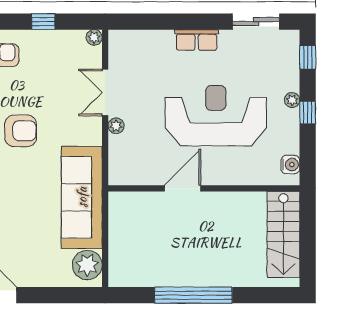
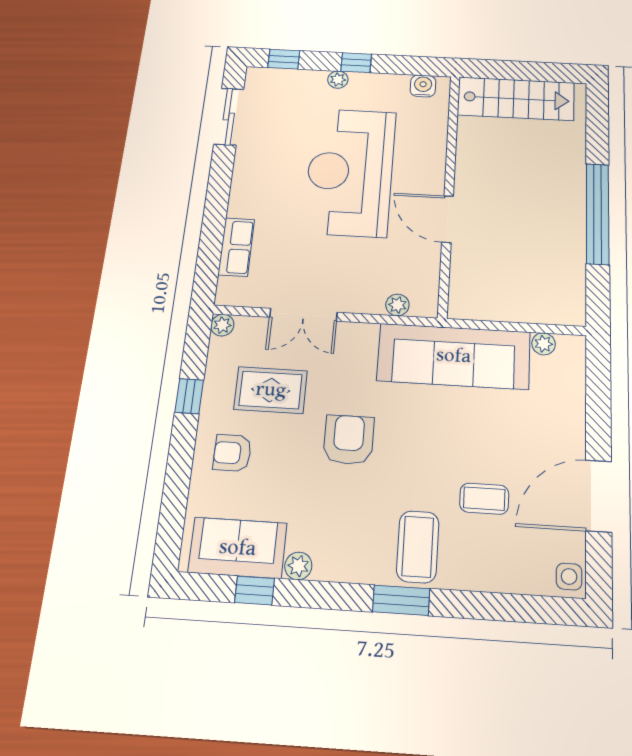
row of seats: (197, 40) -> (236, 247), moved
rug: (51, 76) -> (271, 390), added
plant: (116, 126) -> (397, 305), moved
plant: (87, 265) -> (544, 344), width x0.53, depth x0.53

